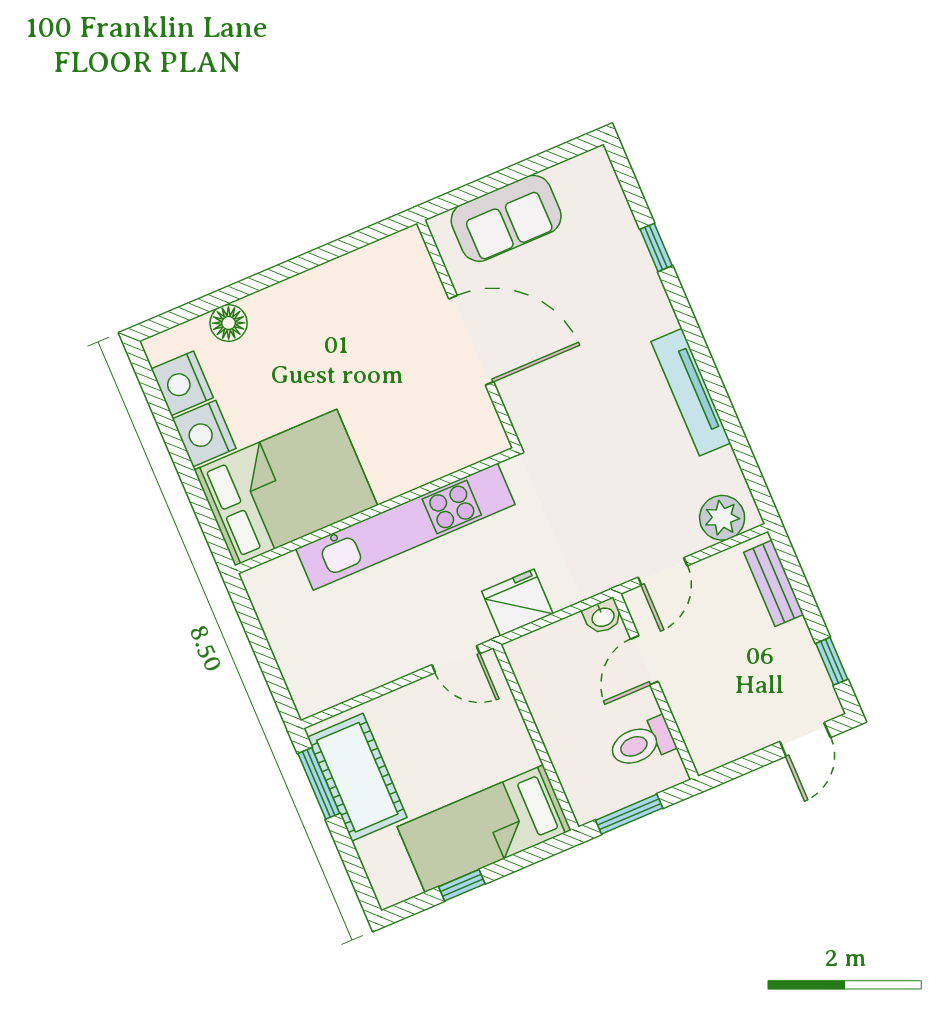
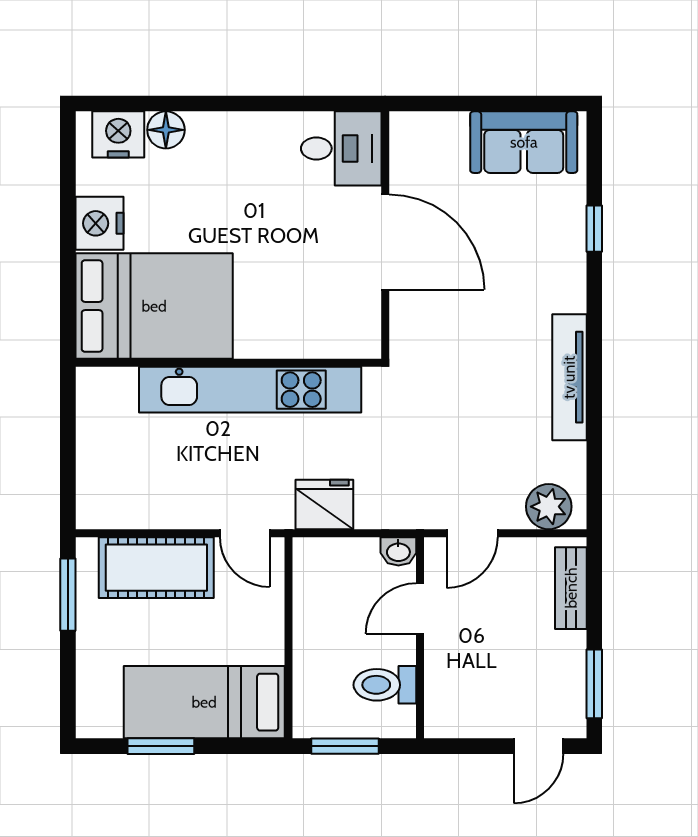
sofa: (506, 218) -> (524, 142), moved
desk: (395, 272) -> (341, 148), added
nightstand: (182, 383) -> (118, 134), moved, turned 90
window: (832, 661) -> (594, 684), width x1.50
cot: (357, 777) -> (156, 568), moved, turned 90
window: (462, 885) -> (161, 746), width x1.50

